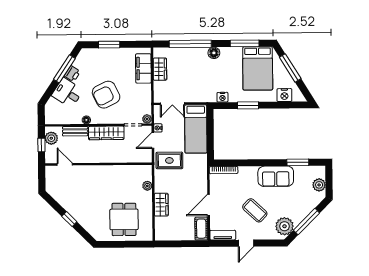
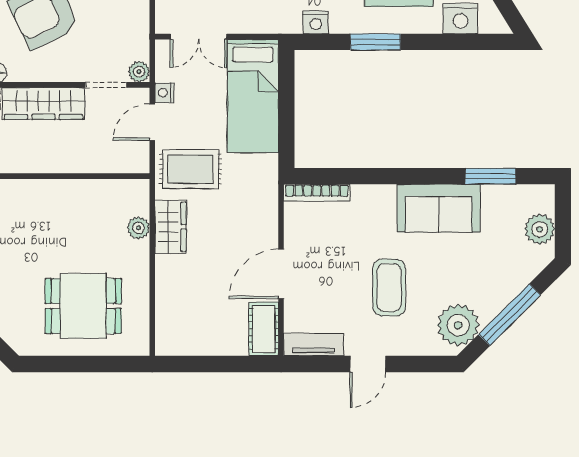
wardrobe: (161, 205) -> (171, 227), moved
coffee table: (255, 210) -> (389, 288), turned 47
dining table: (124, 219) -> (83, 306), turned 90

